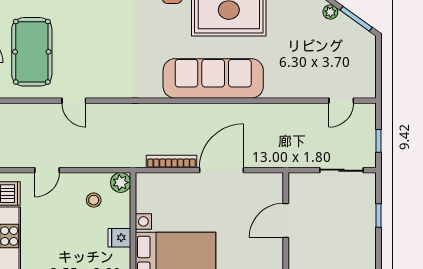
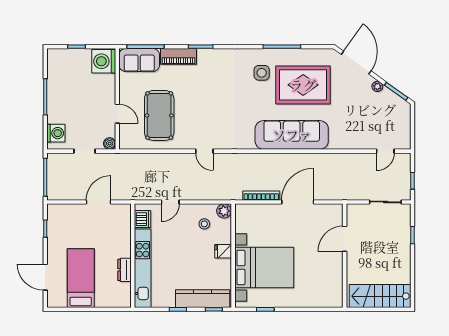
door: (74, 101) -> (204, 151), moved

